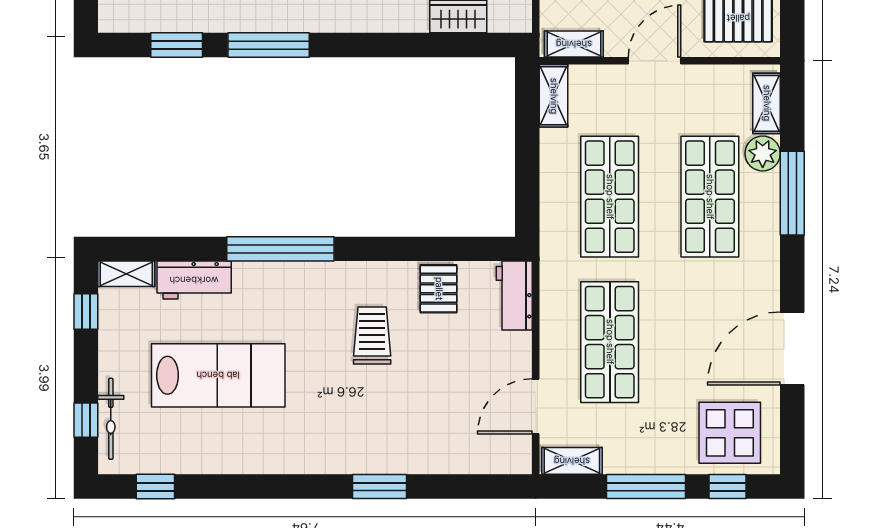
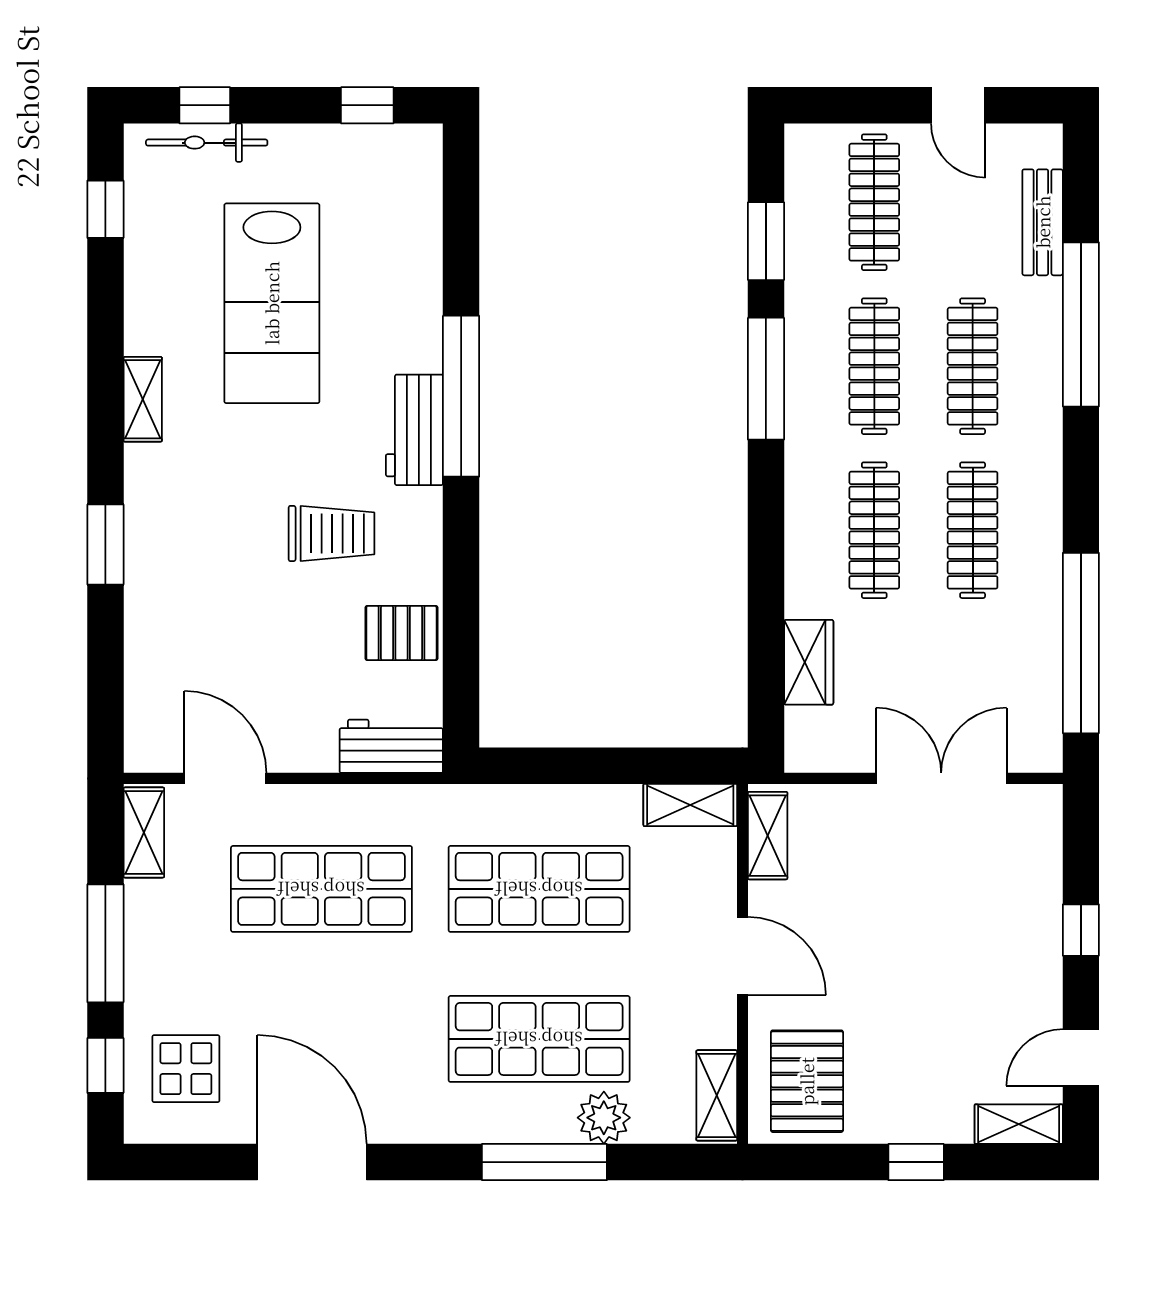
shelving: (767, 103) -> (717, 1095), moved, turned 90
shelving: (126, 274) -> (143, 399), moved
workbench: (194, 280) -> (414, 430), moved
display table: (730, 433) -> (186, 1069), width x0.73, depth x0.73

